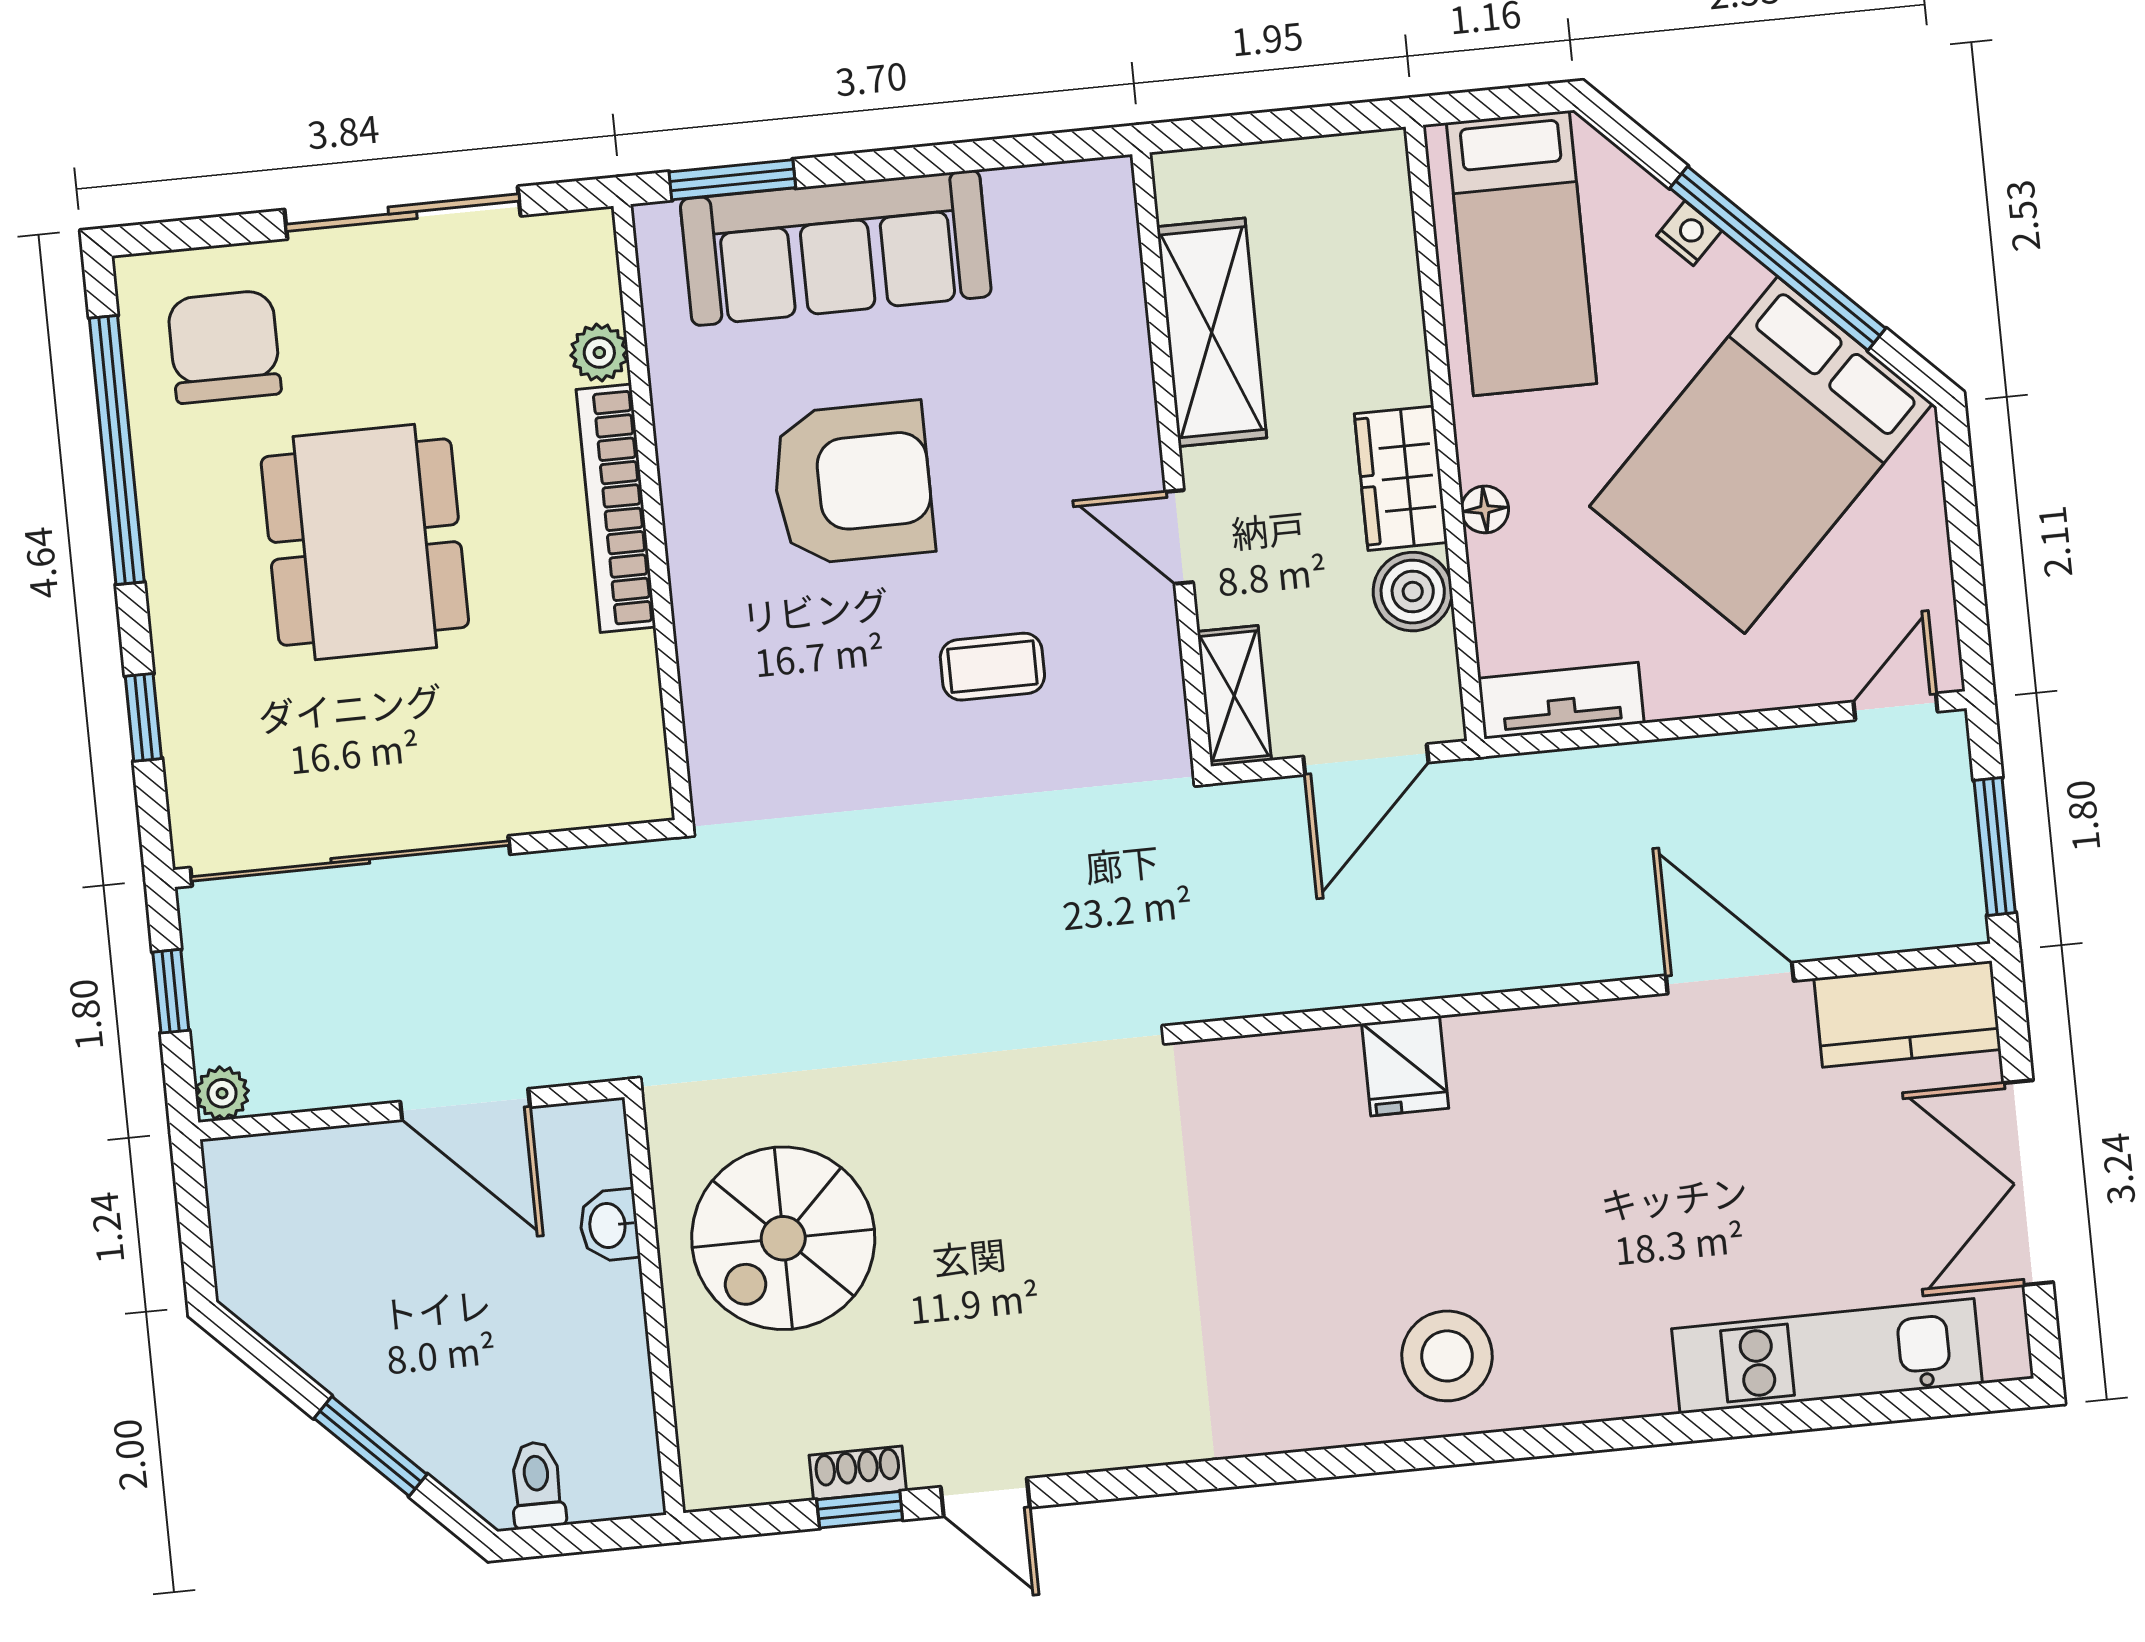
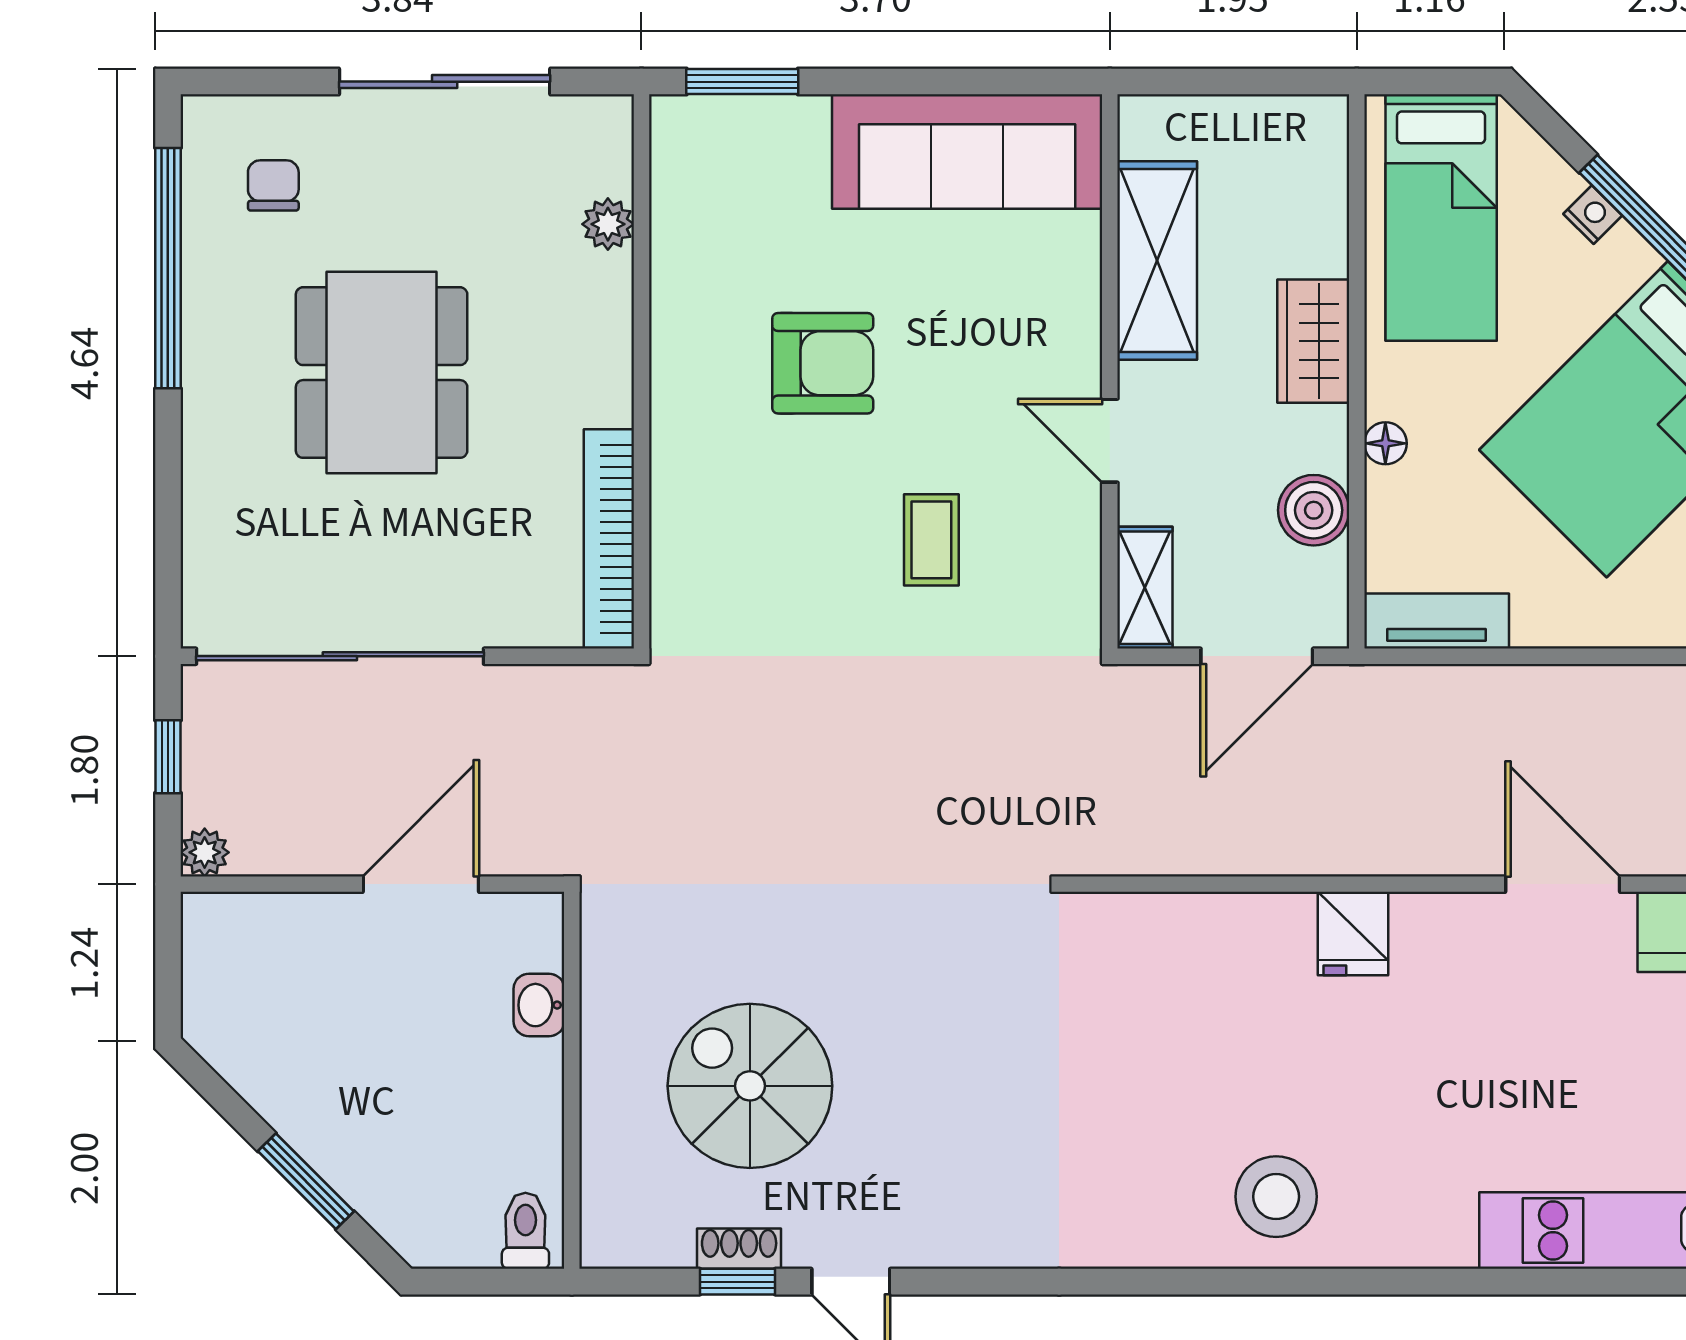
sofa: (836, 248) -> (967, 152), moved
chair: (224, 347) -> (273, 185), width x0.54, depth x0.54
wardrobe: (1401, 478) -> (1313, 341), moved
armchair: (853, 483) -> (823, 363), width x0.73, depth x0.73
bookcase: (616, 508) -> (609, 539), moved
coffee table: (992, 667) -> (931, 540), turned 90
window: (143, 717) -> (168, 509), removed
fridge: (1405, 1066) -> (1353, 934), moved
door: (465, 1104) -> (421, 884), swing flipped
spiral stairs: (783, 1238) -> (750, 1086), moved, turned 90
toilet: (537, 1485) -> (525, 1231), moved

